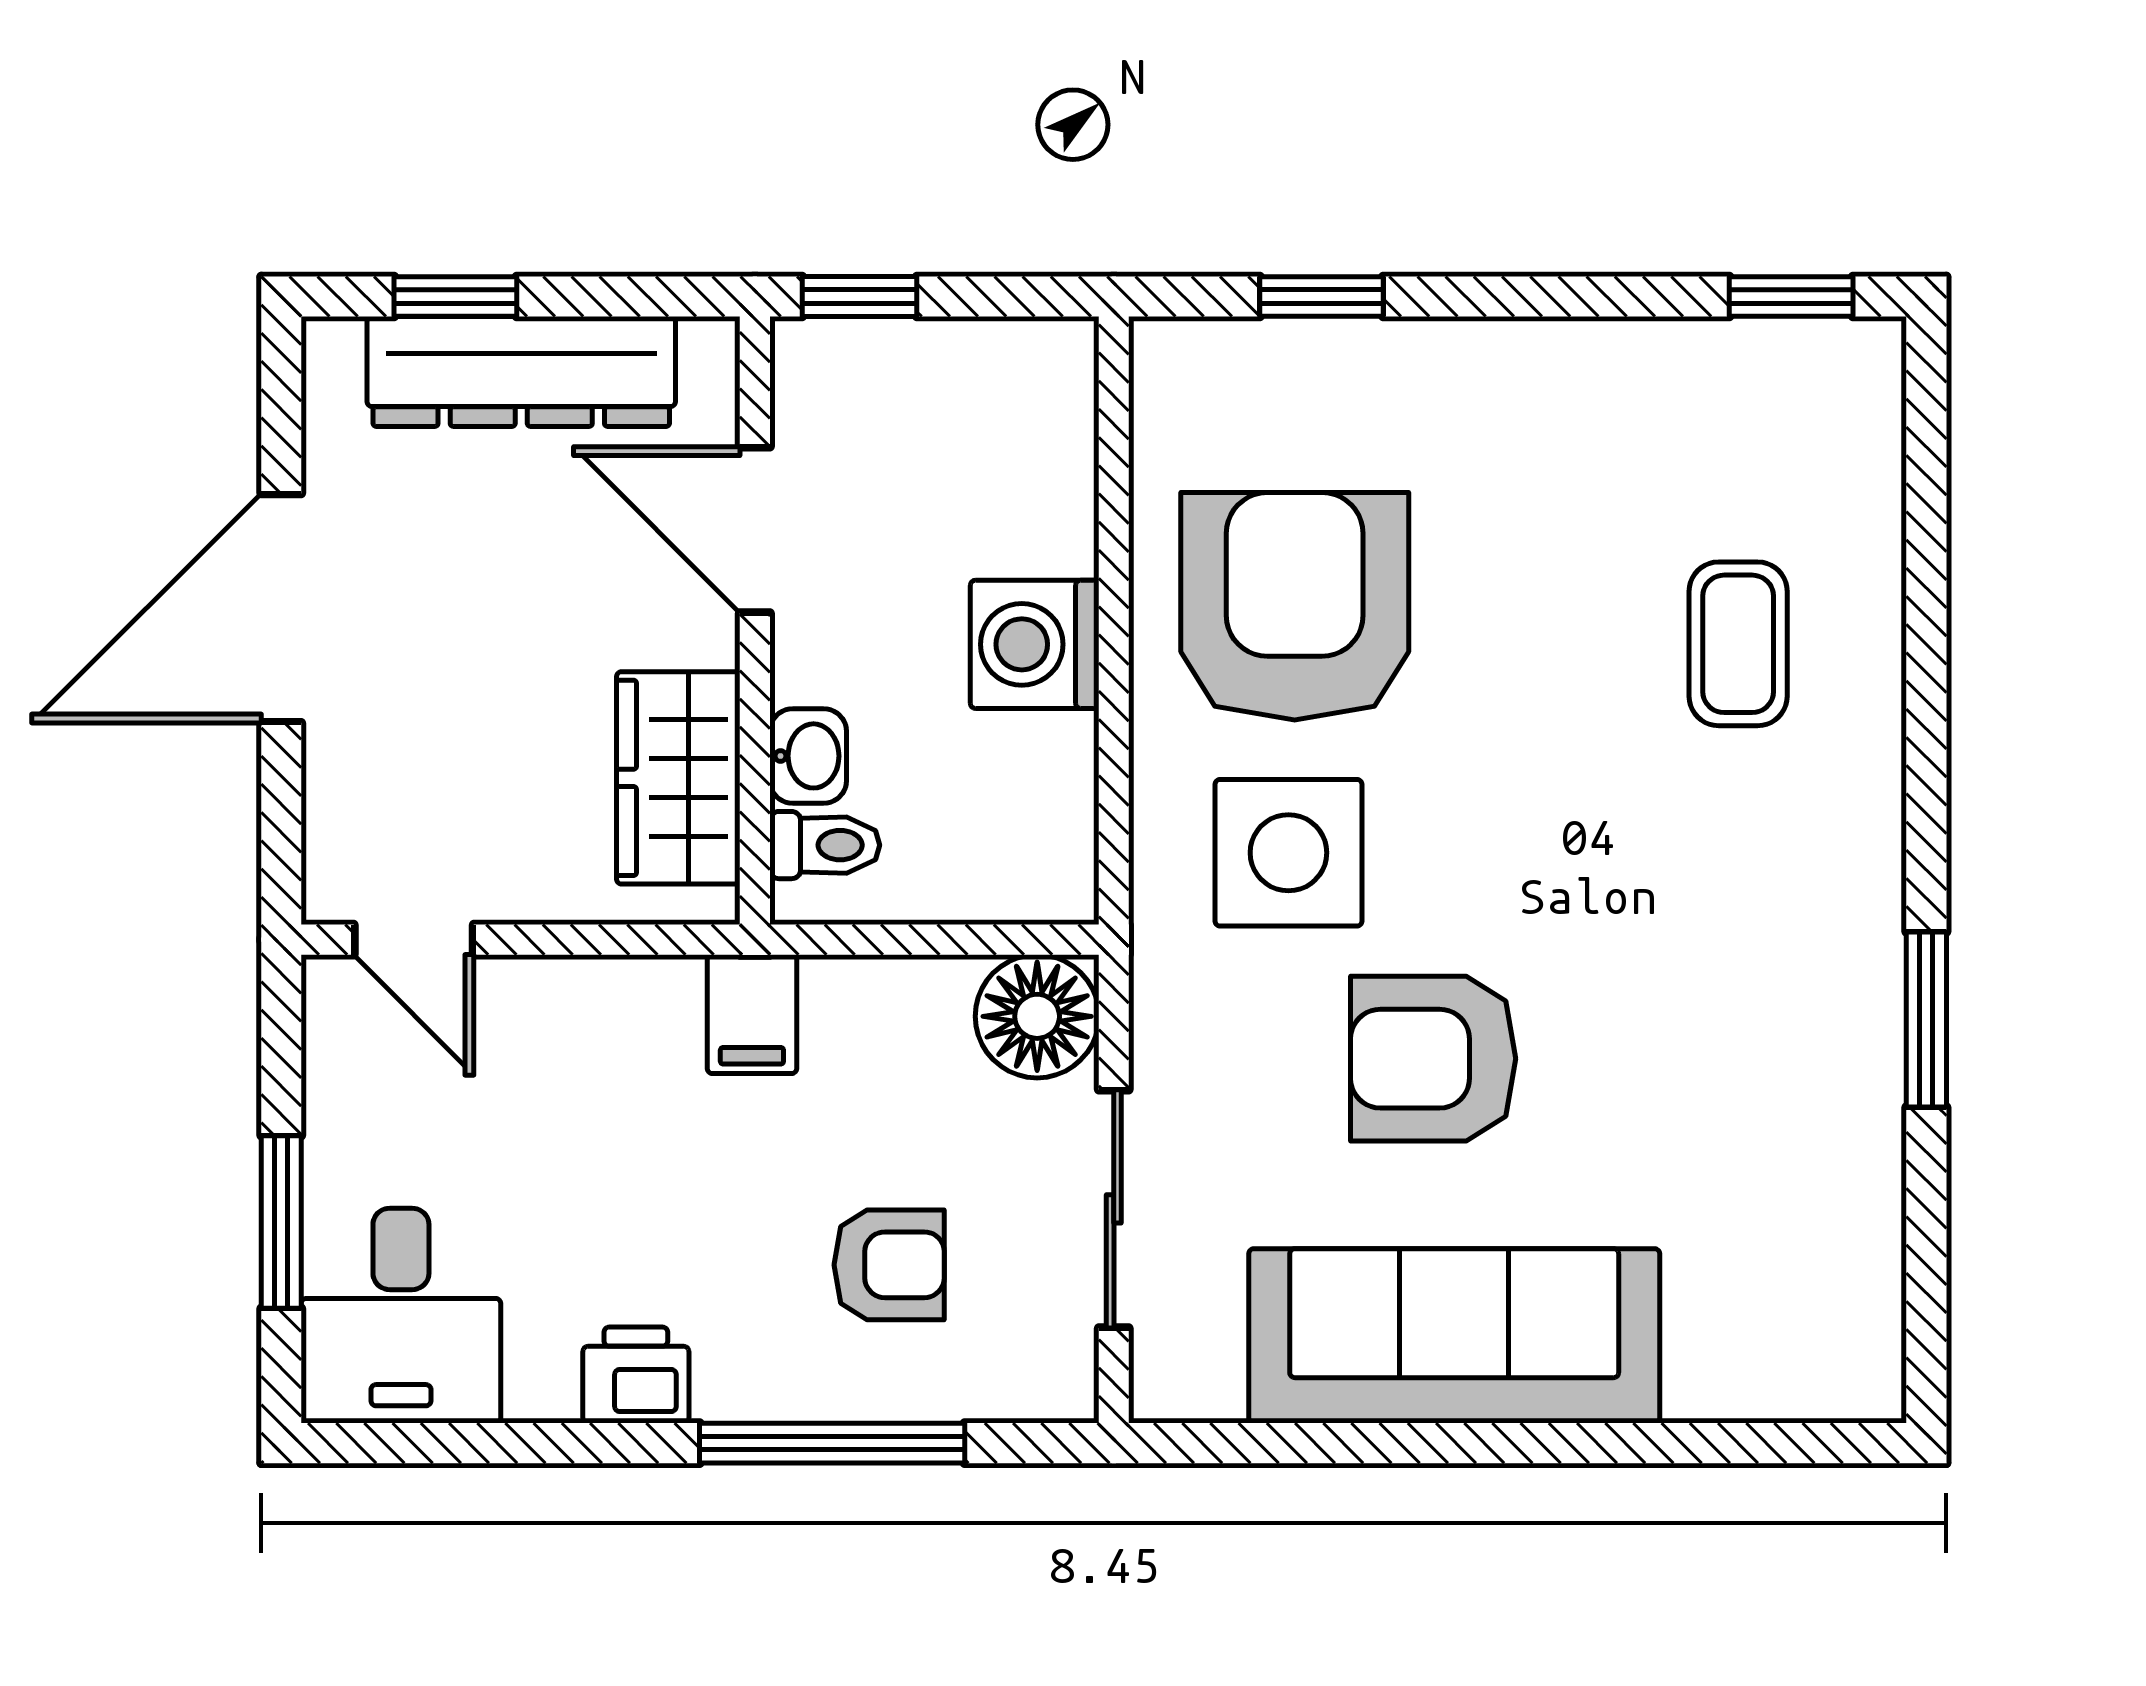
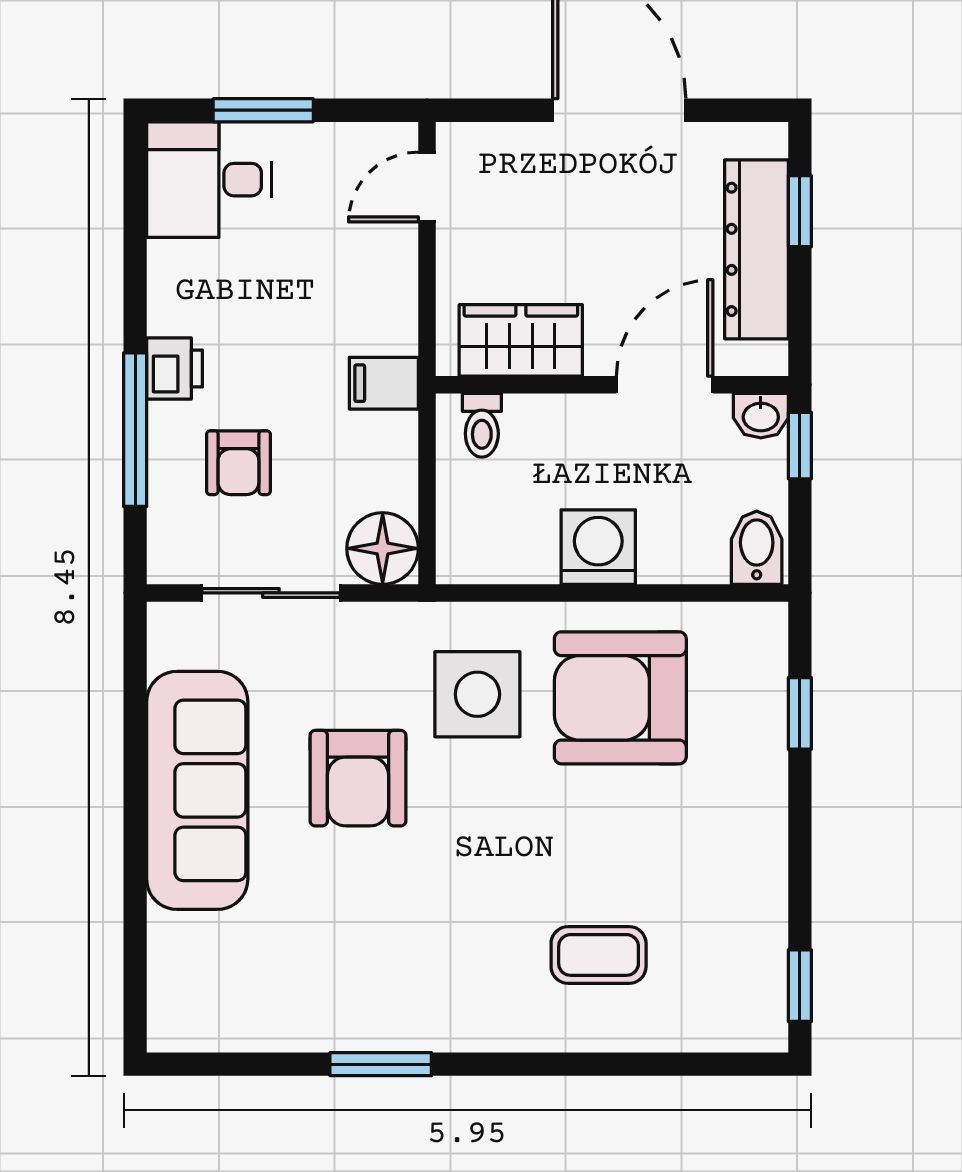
bidet: (1036, 371) -> (757, 548), added
armchair: (1295, 606) -> (620, 698), turned 180
washbasin: (808, 756) -> (761, 416), moved
armchair: (1433, 1059) -> (358, 778), turned 180
printer: (636, 1375) -> (175, 368), moved

